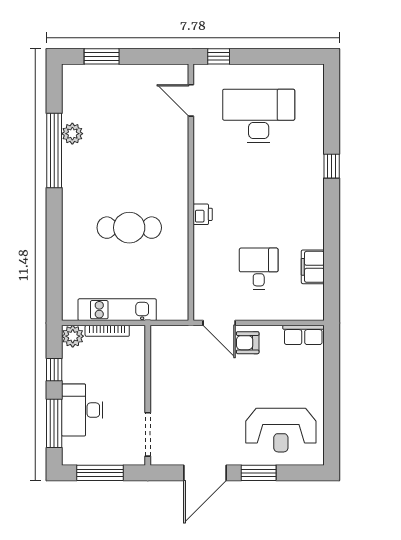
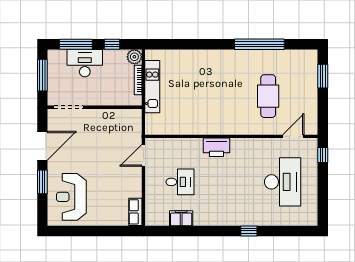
plant: (72, 134) -> (271, 57), removed
printer: (203, 214) -> (216, 147), width x1.87, depth x1.48
cafe table: (129, 228) -> (268, 96), moved
armchair: (248, 343) -> (130, 174), removed
door: (205, 473) -> (42, 146), swing flipped

